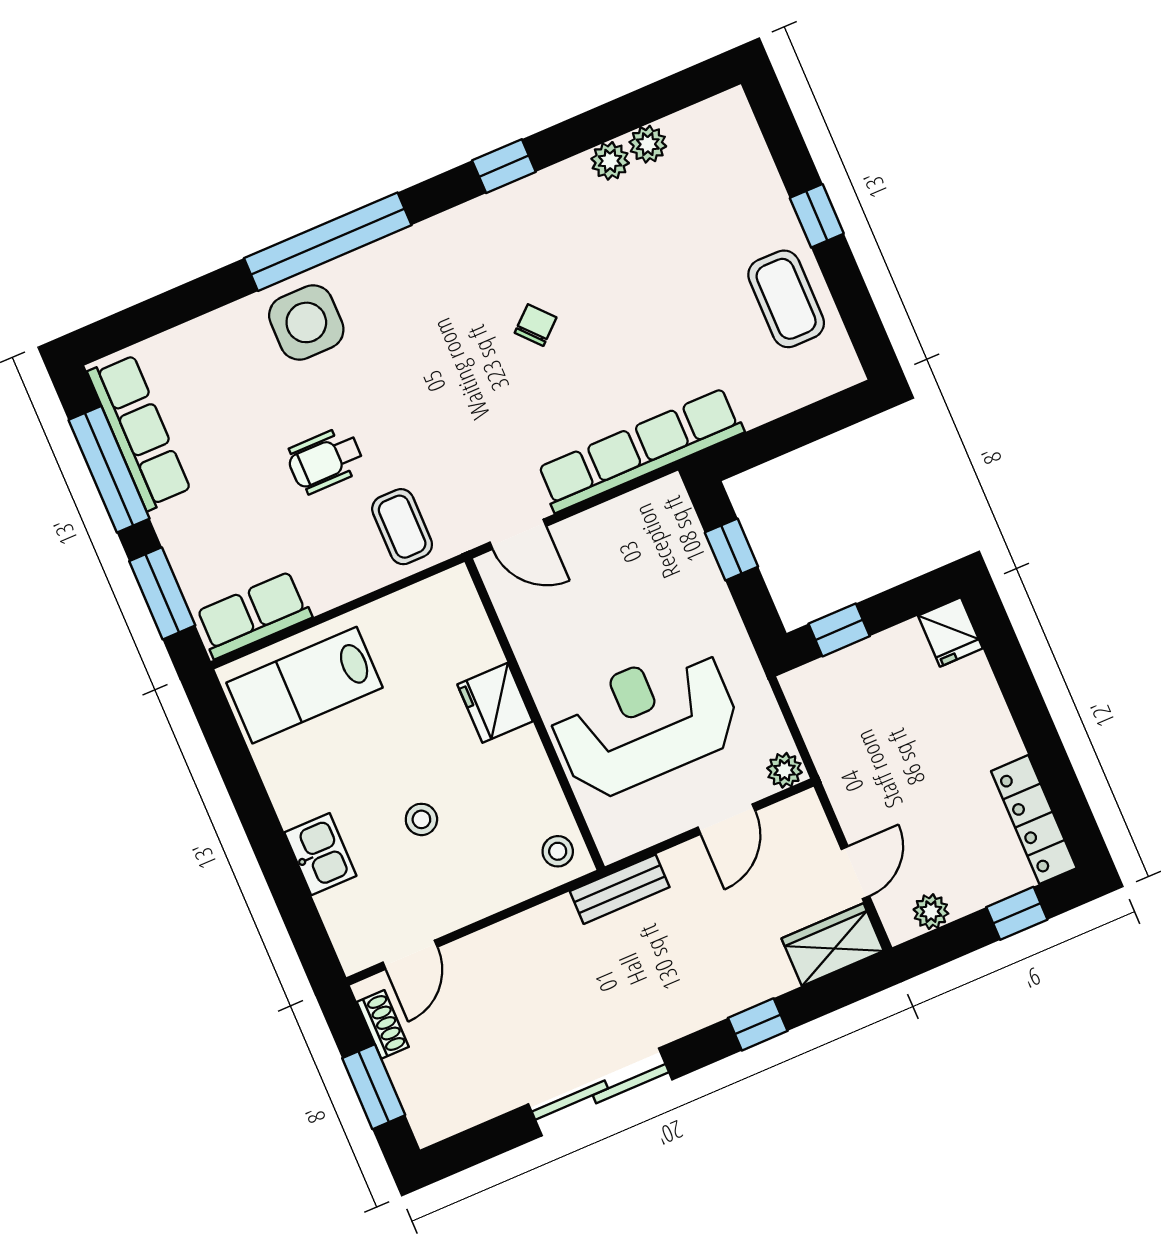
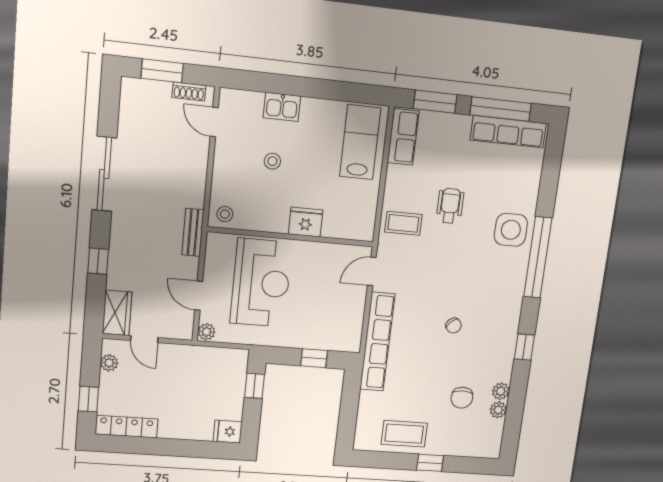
chair: (661, 229) -> (462, 398), added

